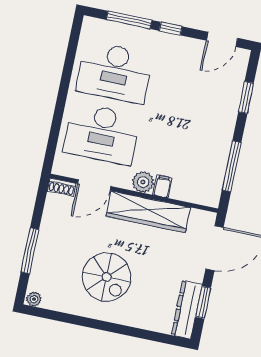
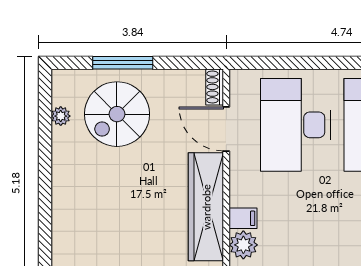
plant: (143, 182) -> (243, 245), moved
spiral stairs: (107, 277) -> (117, 114), moved
plant: (34, 299) -> (61, 116), moved

